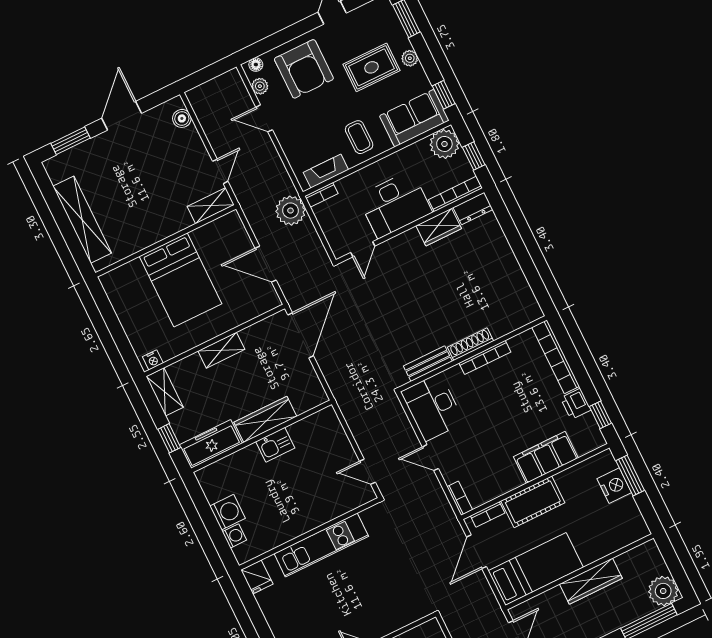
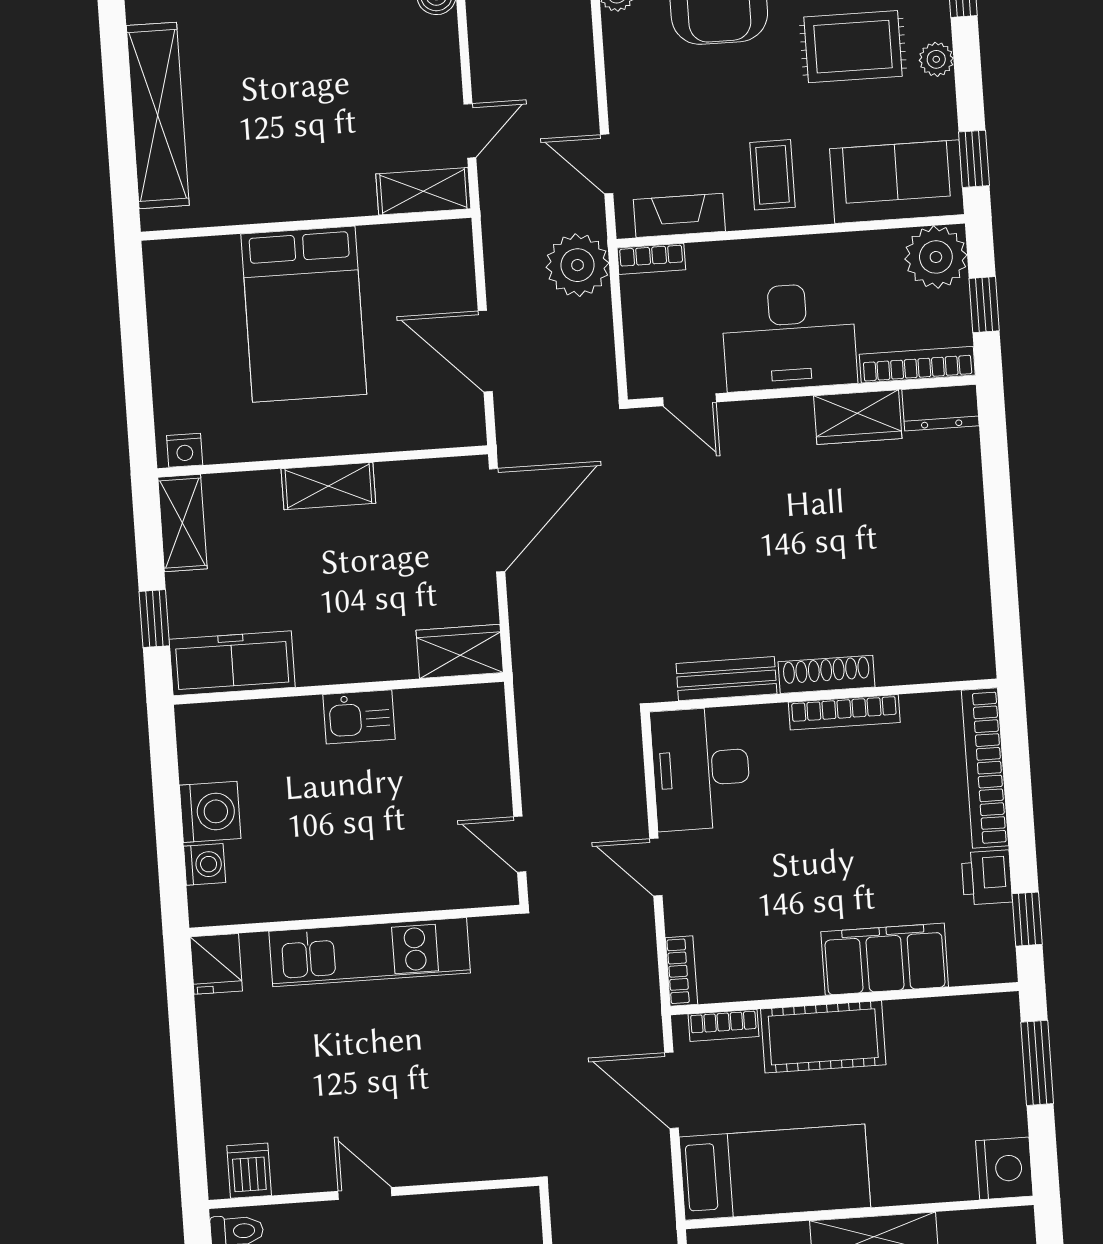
door: (264, 118) -> (607, 164), moved
door: (363, 249) -> (690, 400), hinge flipped
wardrobe: (265, 419) -> (460, 651), moved, width x0.67
nightstand: (614, 486) -> (1004, 1168), moved
door: (476, 552) -> (671, 1090), hinge flipped

